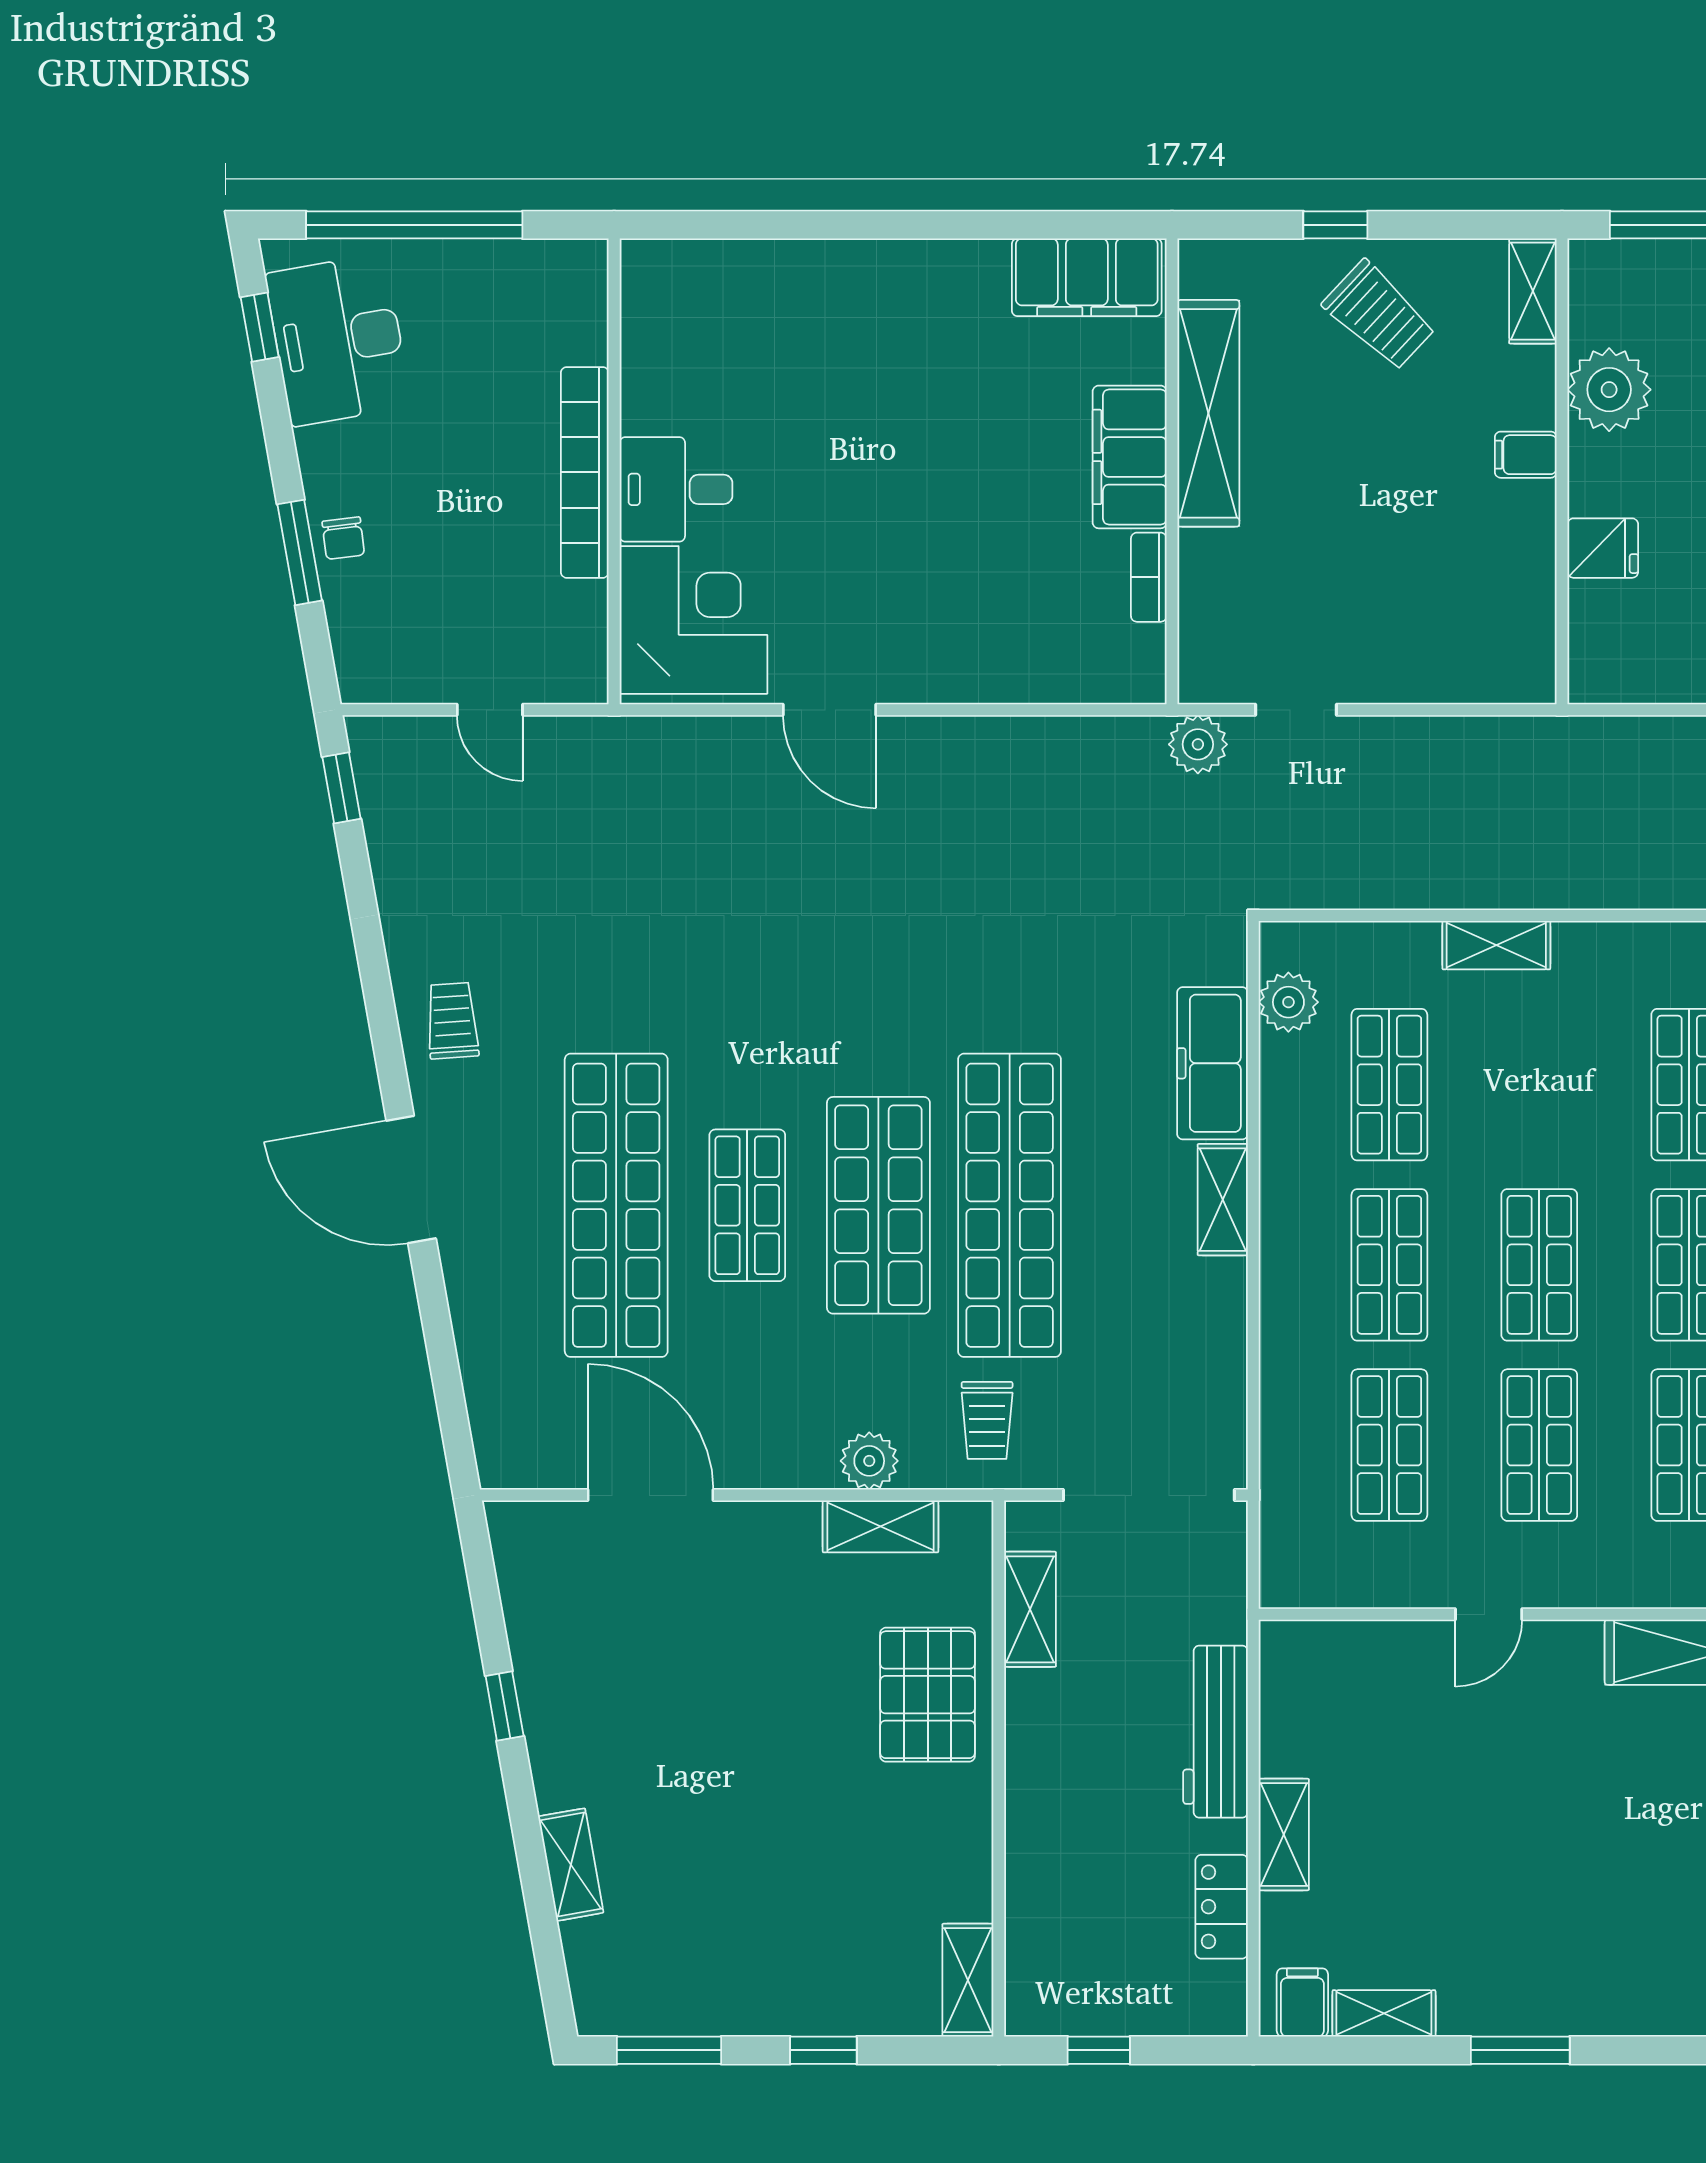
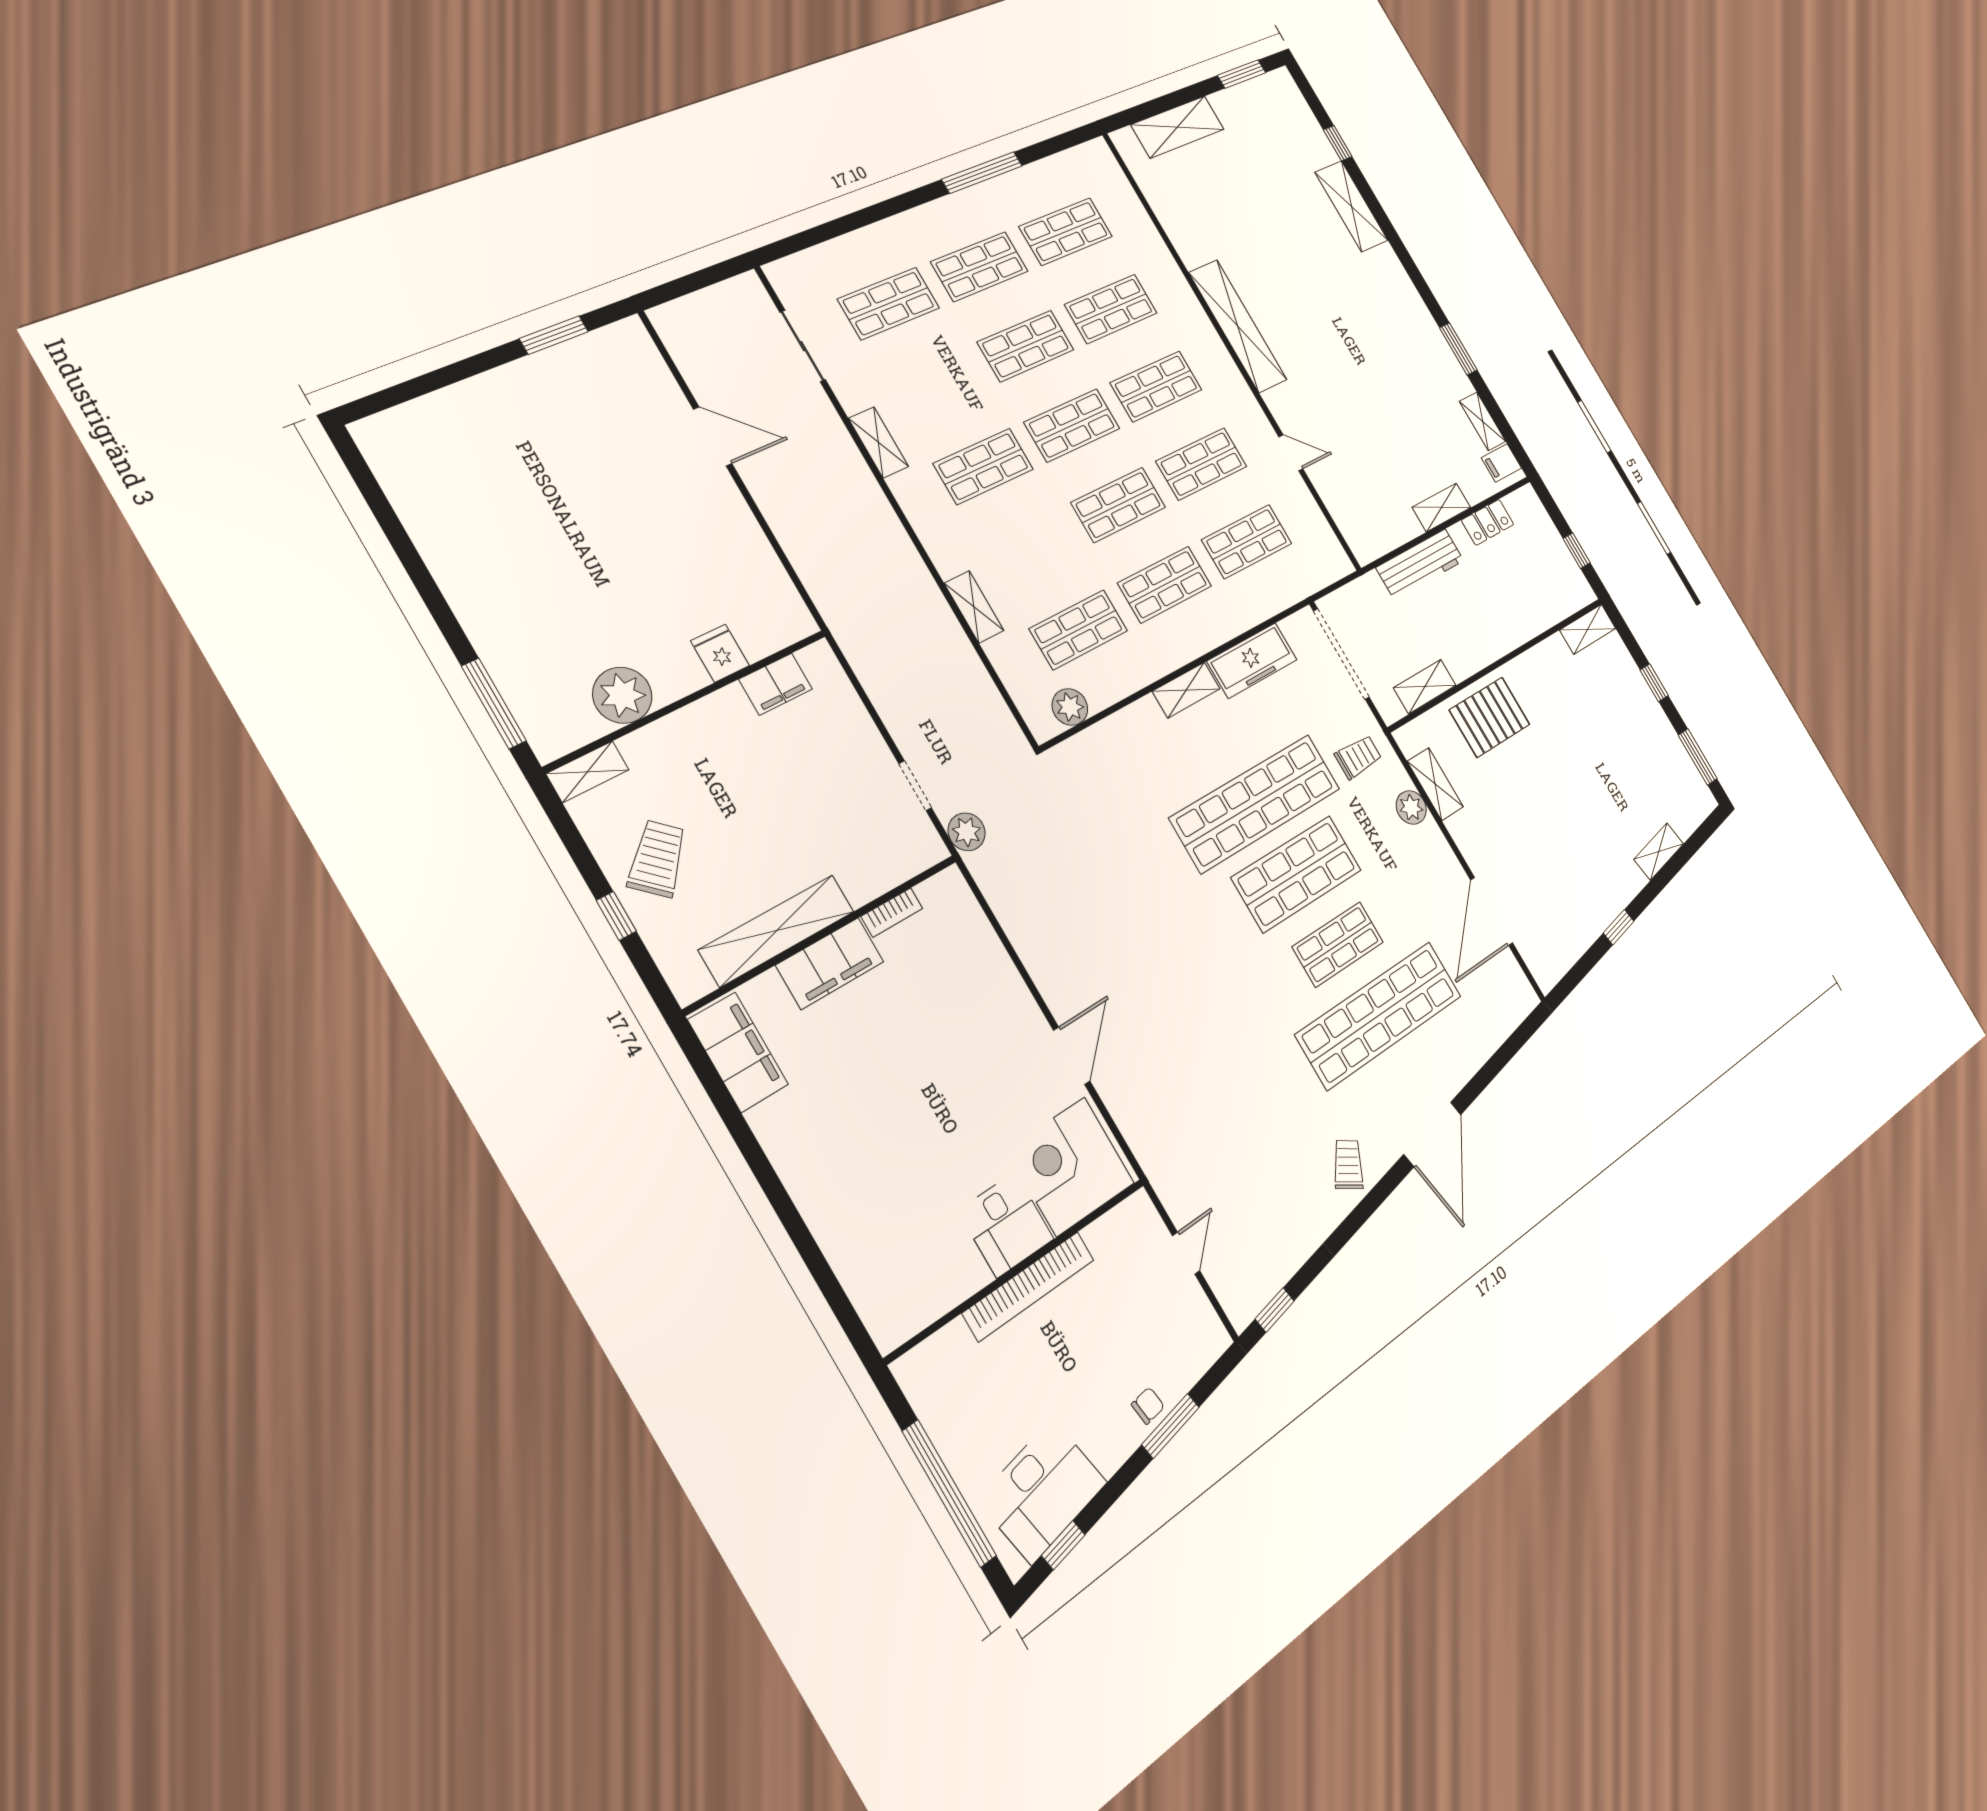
filing cabinet: (1526, 455) -> (776, 684), moved, width x2.00
trolley: (452, 1021) -> (1348, 1165), turned 126
freezer: (1212, 1063) -> (1252, 660), moved

